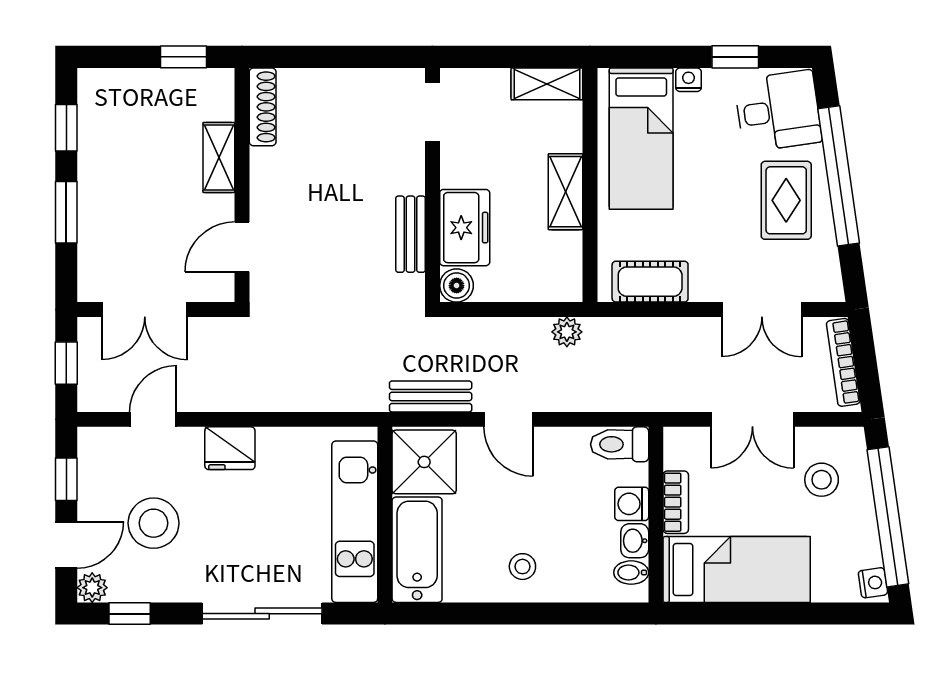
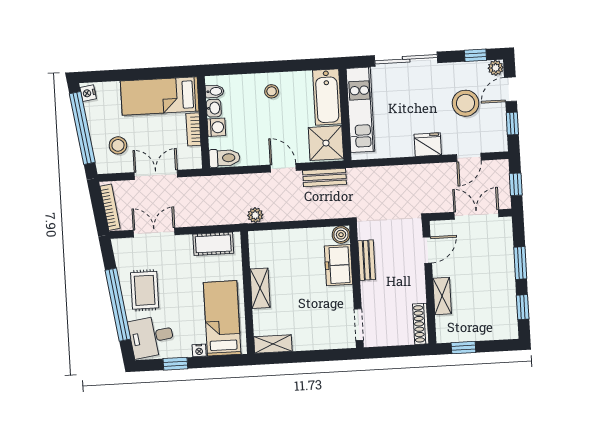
doorway: (432, 112) -> (359, 325), moved
wall: (432, 185) -> (357, 286), moved
freezer: (465, 228) -> (338, 265), moved
bench: (411, 234) -> (367, 260), moved
boiler: (457, 286) -> (341, 235), moved

